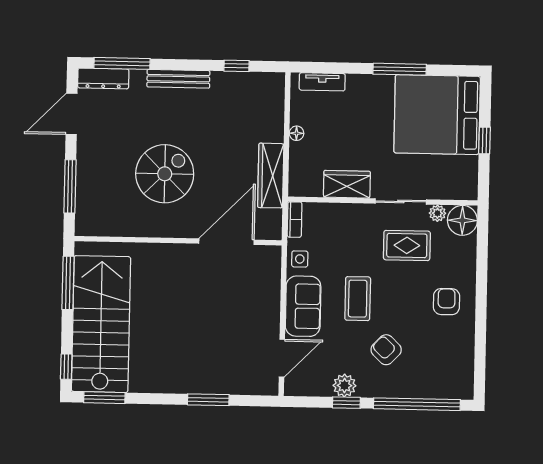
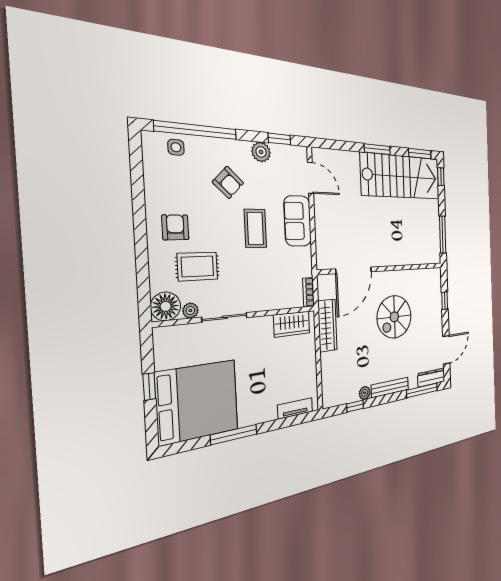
plant: (220, 80) -> (365, 393), added
floor lamp: (297, 133) -> (311, 363), removed
wardrobe: (347, 184) -> (292, 324), moved
window: (70, 186) -> (445, 301), width x0.46
rug: (407, 245) -> (198, 266), moved
side table: (300, 259) -> (176, 147), moved
armchair: (446, 302) -> (175, 227), turned 180
stairs: (101, 324) -> (401, 176), moved, turned -90
door: (282, 358) -> (310, 178), swing flipped
window: (208, 400) -> (377, 149), moved
window: (346, 403) -> (279, 139), moved

